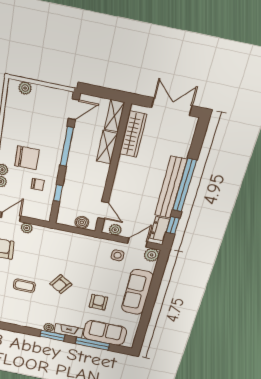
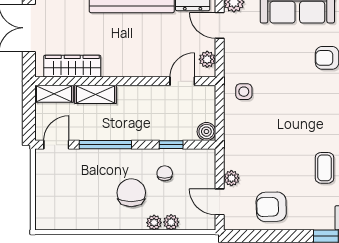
plant: (25, 88) -> (43, 208), removed
door: (74, 109) -> (56, 145), hinge flipped
boiler: (82, 222) -> (206, 132), moved
side table: (118, 255) -> (244, 92), moved
armchair: (61, 284) -> (310, 117), removed

